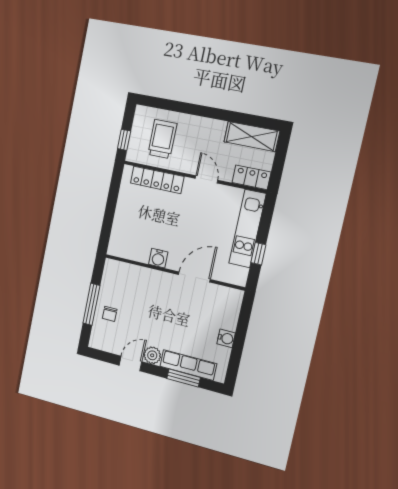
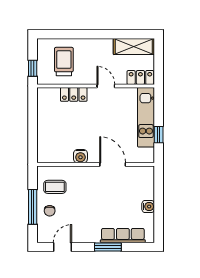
locker: (157, 180) -> (74, 94), width x0.66
door: (194, 277) -> (113, 164), hinge flipped
coffee table: (121, 287) -> (55, 187), added
plant: (152, 355) -> (92, 236), removed
door: (130, 364) -> (62, 247), moved
window: (184, 378) -> (108, 247), moved

